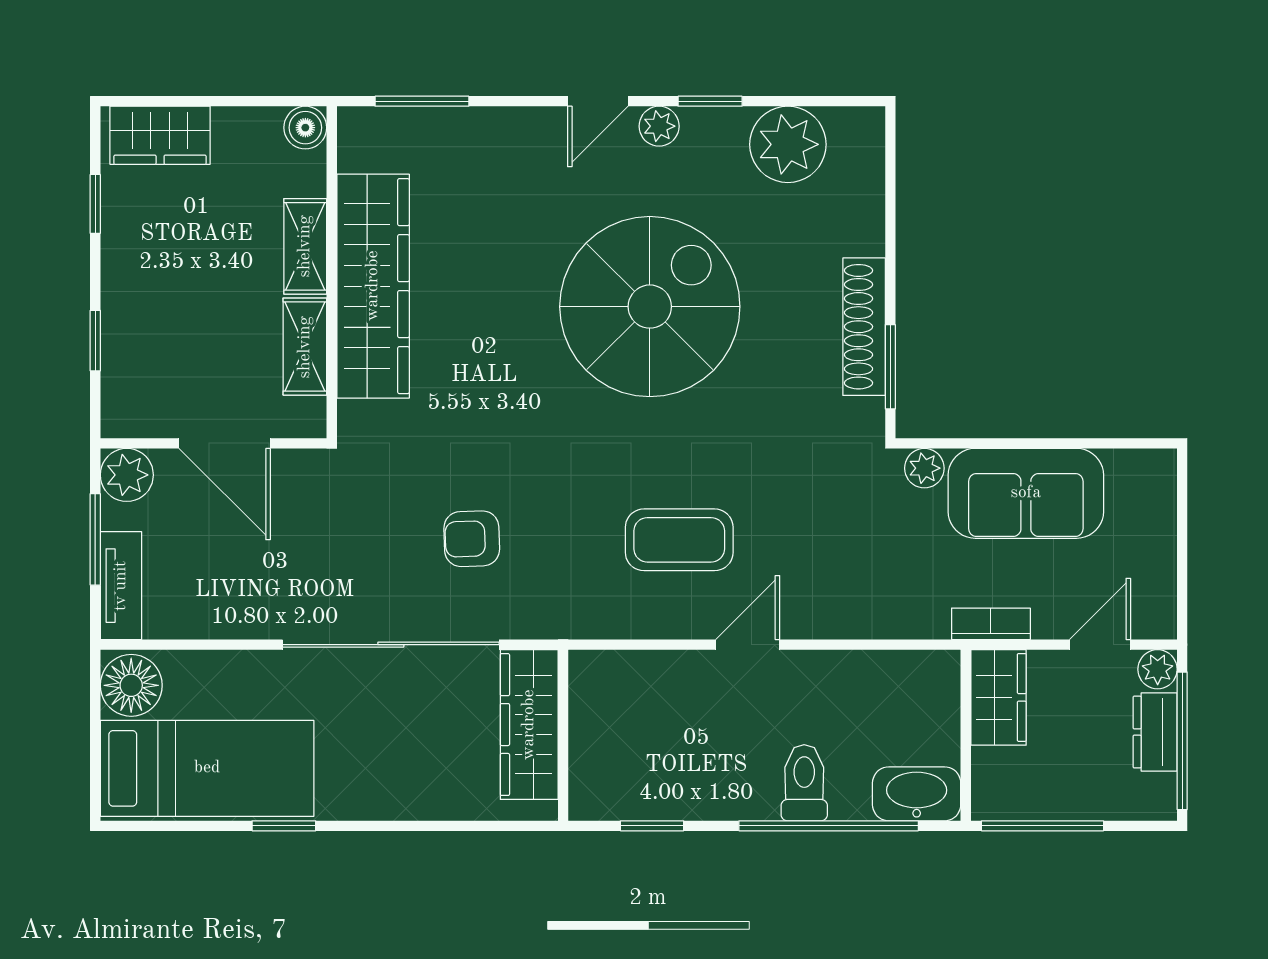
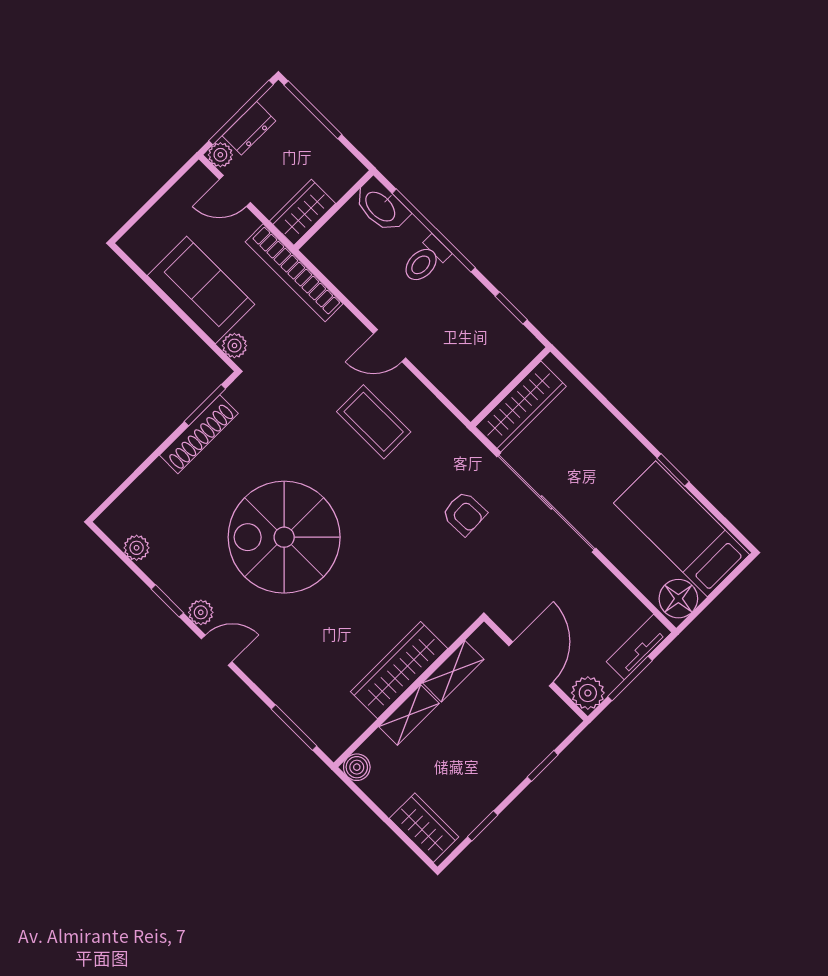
plant: (788, 144) -> (137, 548), width x0.53, depth x0.53
wardrobe: (373, 286) -> (399, 670), width x0.71, depth x0.85
bookcase: (991, 624) -> (294, 273), width x2.31, depth x1.31
window: (1042, 826) -> (313, 110), moved

